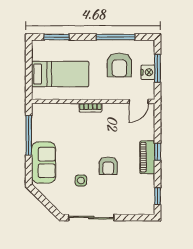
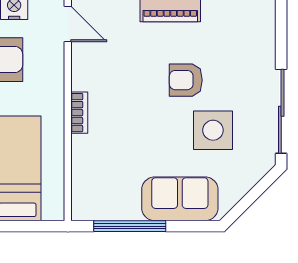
armchair: (108, 166) -> (186, 80), turned 180
side table: (81, 180) -> (213, 130), width x1.87, depth x1.87

